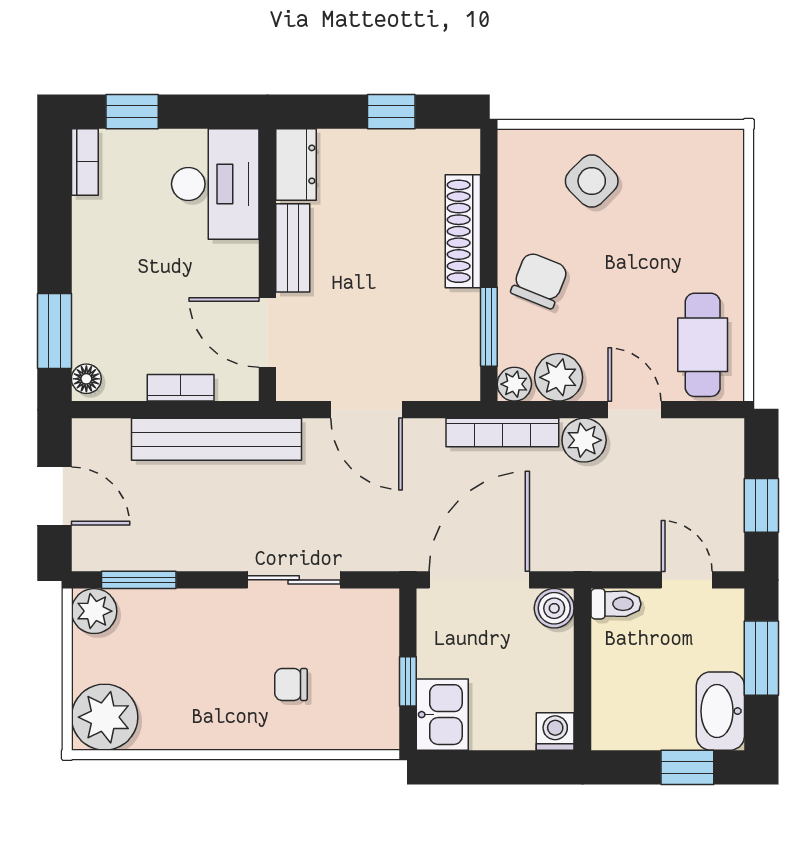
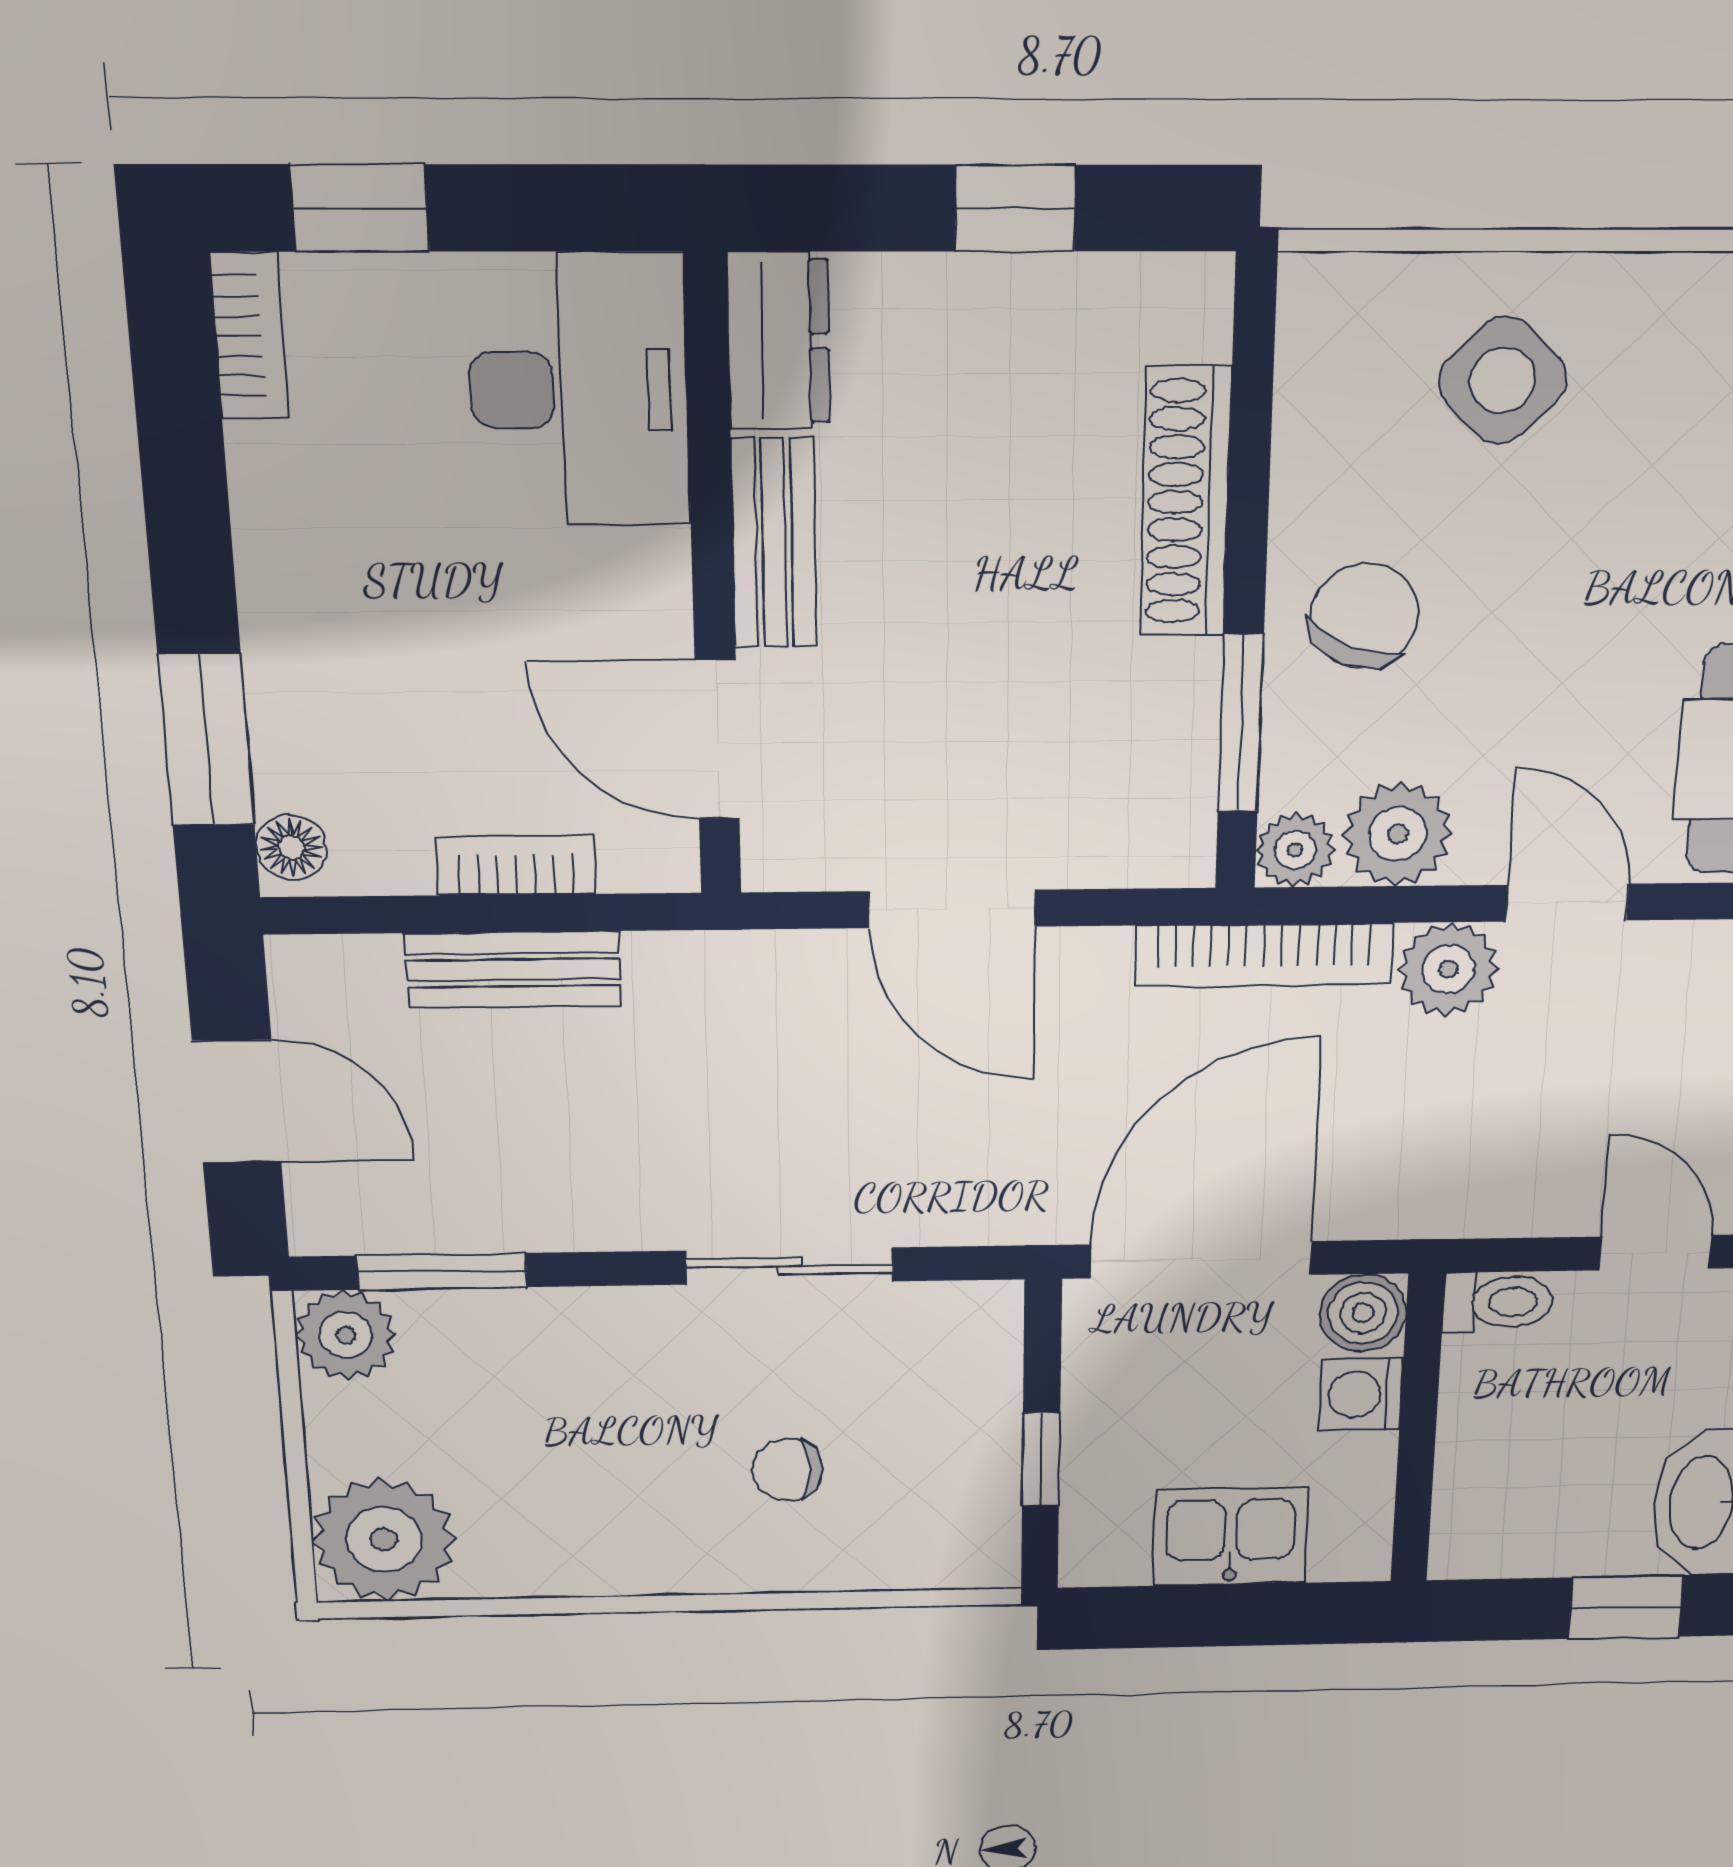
bench: (216, 439) -> (513, 970), width x0.54, depth x0.82
kitchen sink: (442, 715) -> (1231, 1536), moved, turned -90
washing machine: (555, 731) -> (1361, 1394), moved, turned -90

